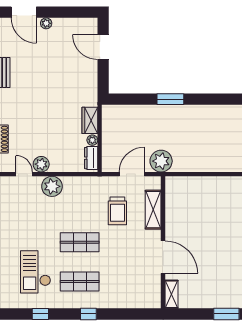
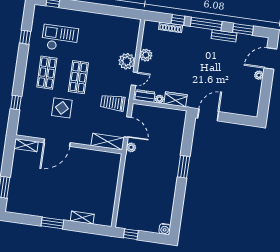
door: (103, 47) -> (208, 115), moved
plant: (161, 161) -> (131, 147), width x0.53, depth x0.53
door: (24, 174) -> (134, 79), moved
shelving: (153, 210) -> (108, 142), moved
trolley: (117, 211) -> (113, 103), moved
display table: (120, 257) -> (62, 108), added
window: (88, 314) -> (16, 102), moved

